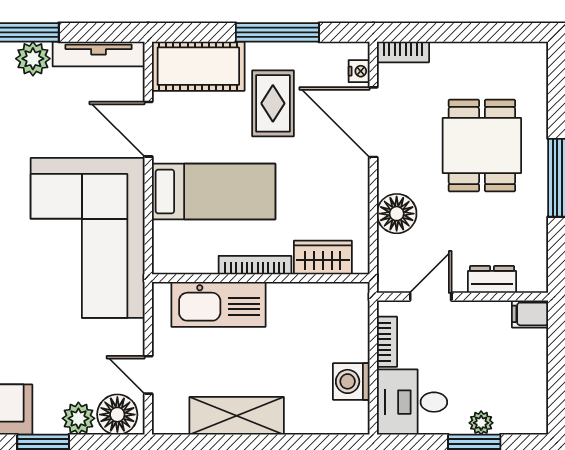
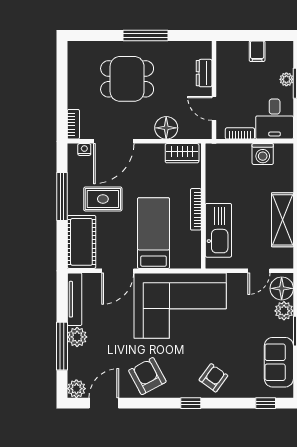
wardrobe: (323, 258) -> (182, 153), moved, turned -90
filing cabinet: (530, 314) -> (257, 51), moved

